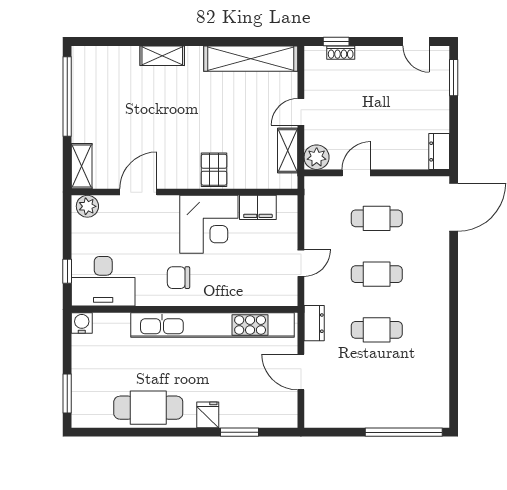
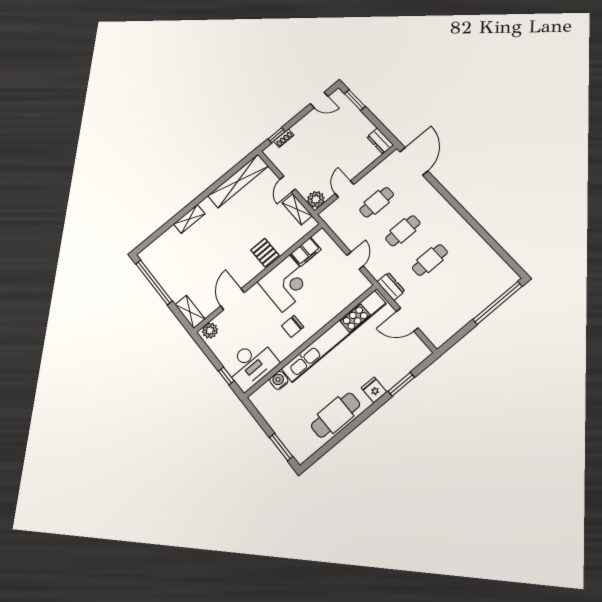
water cooler: (82, 323) -> (279, 380), moved

